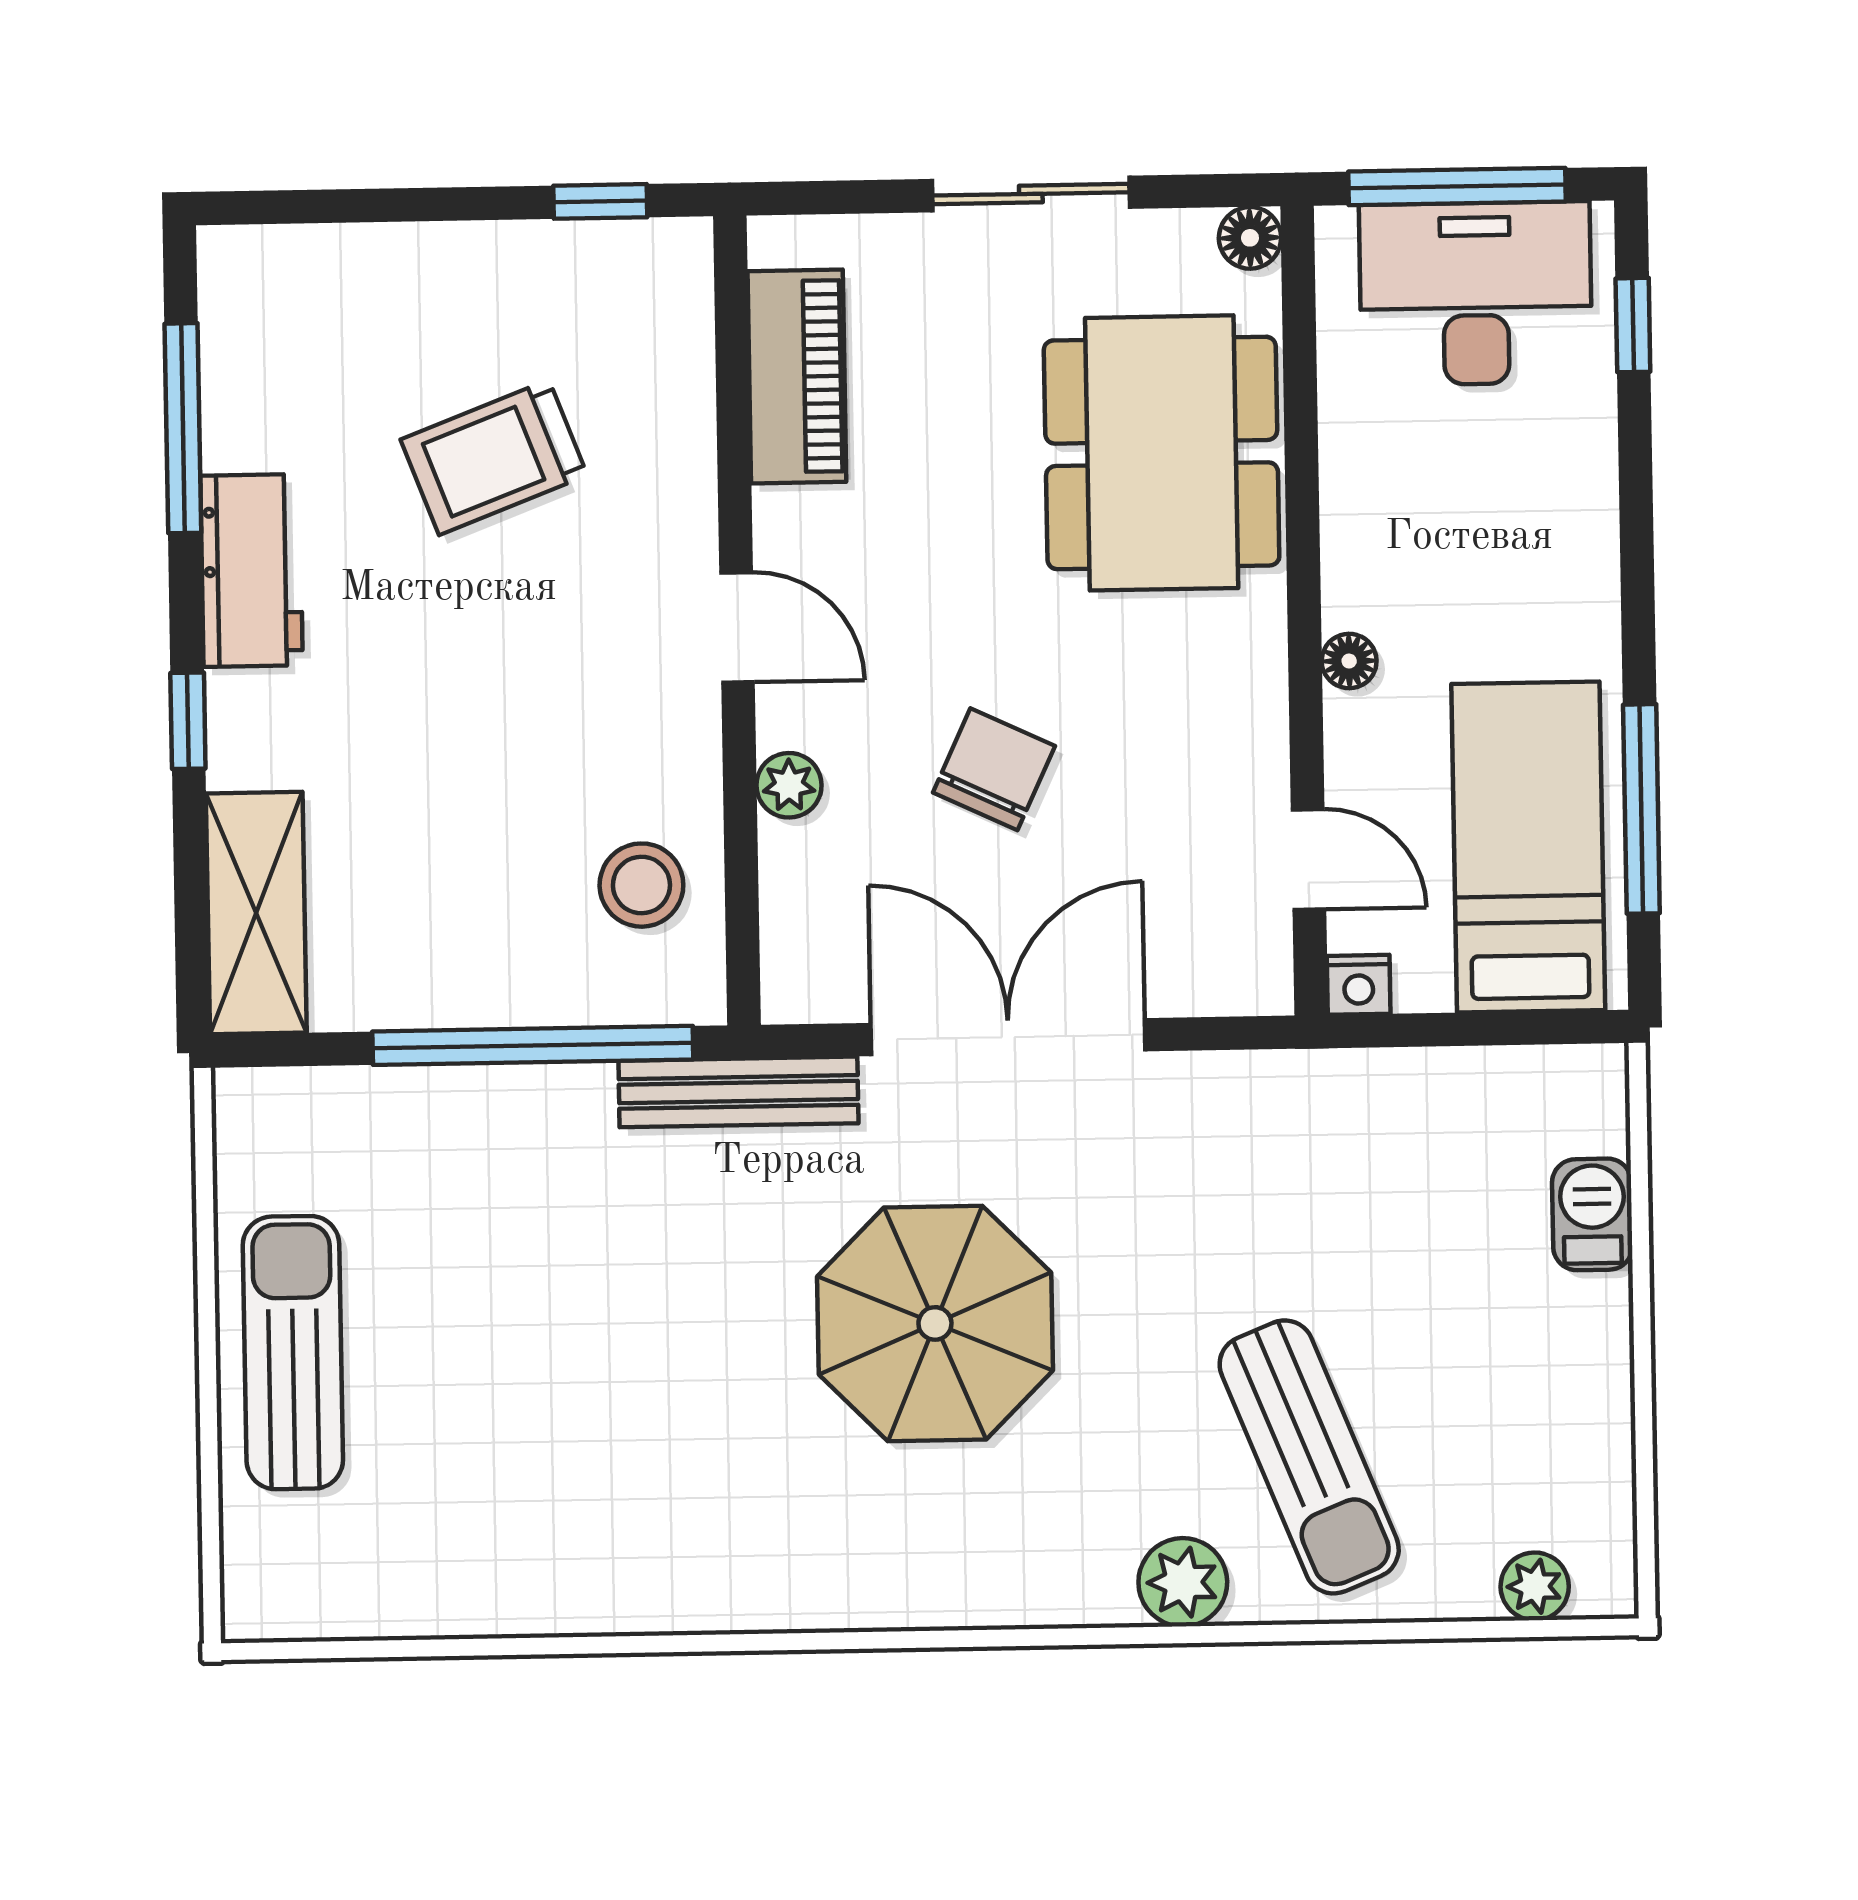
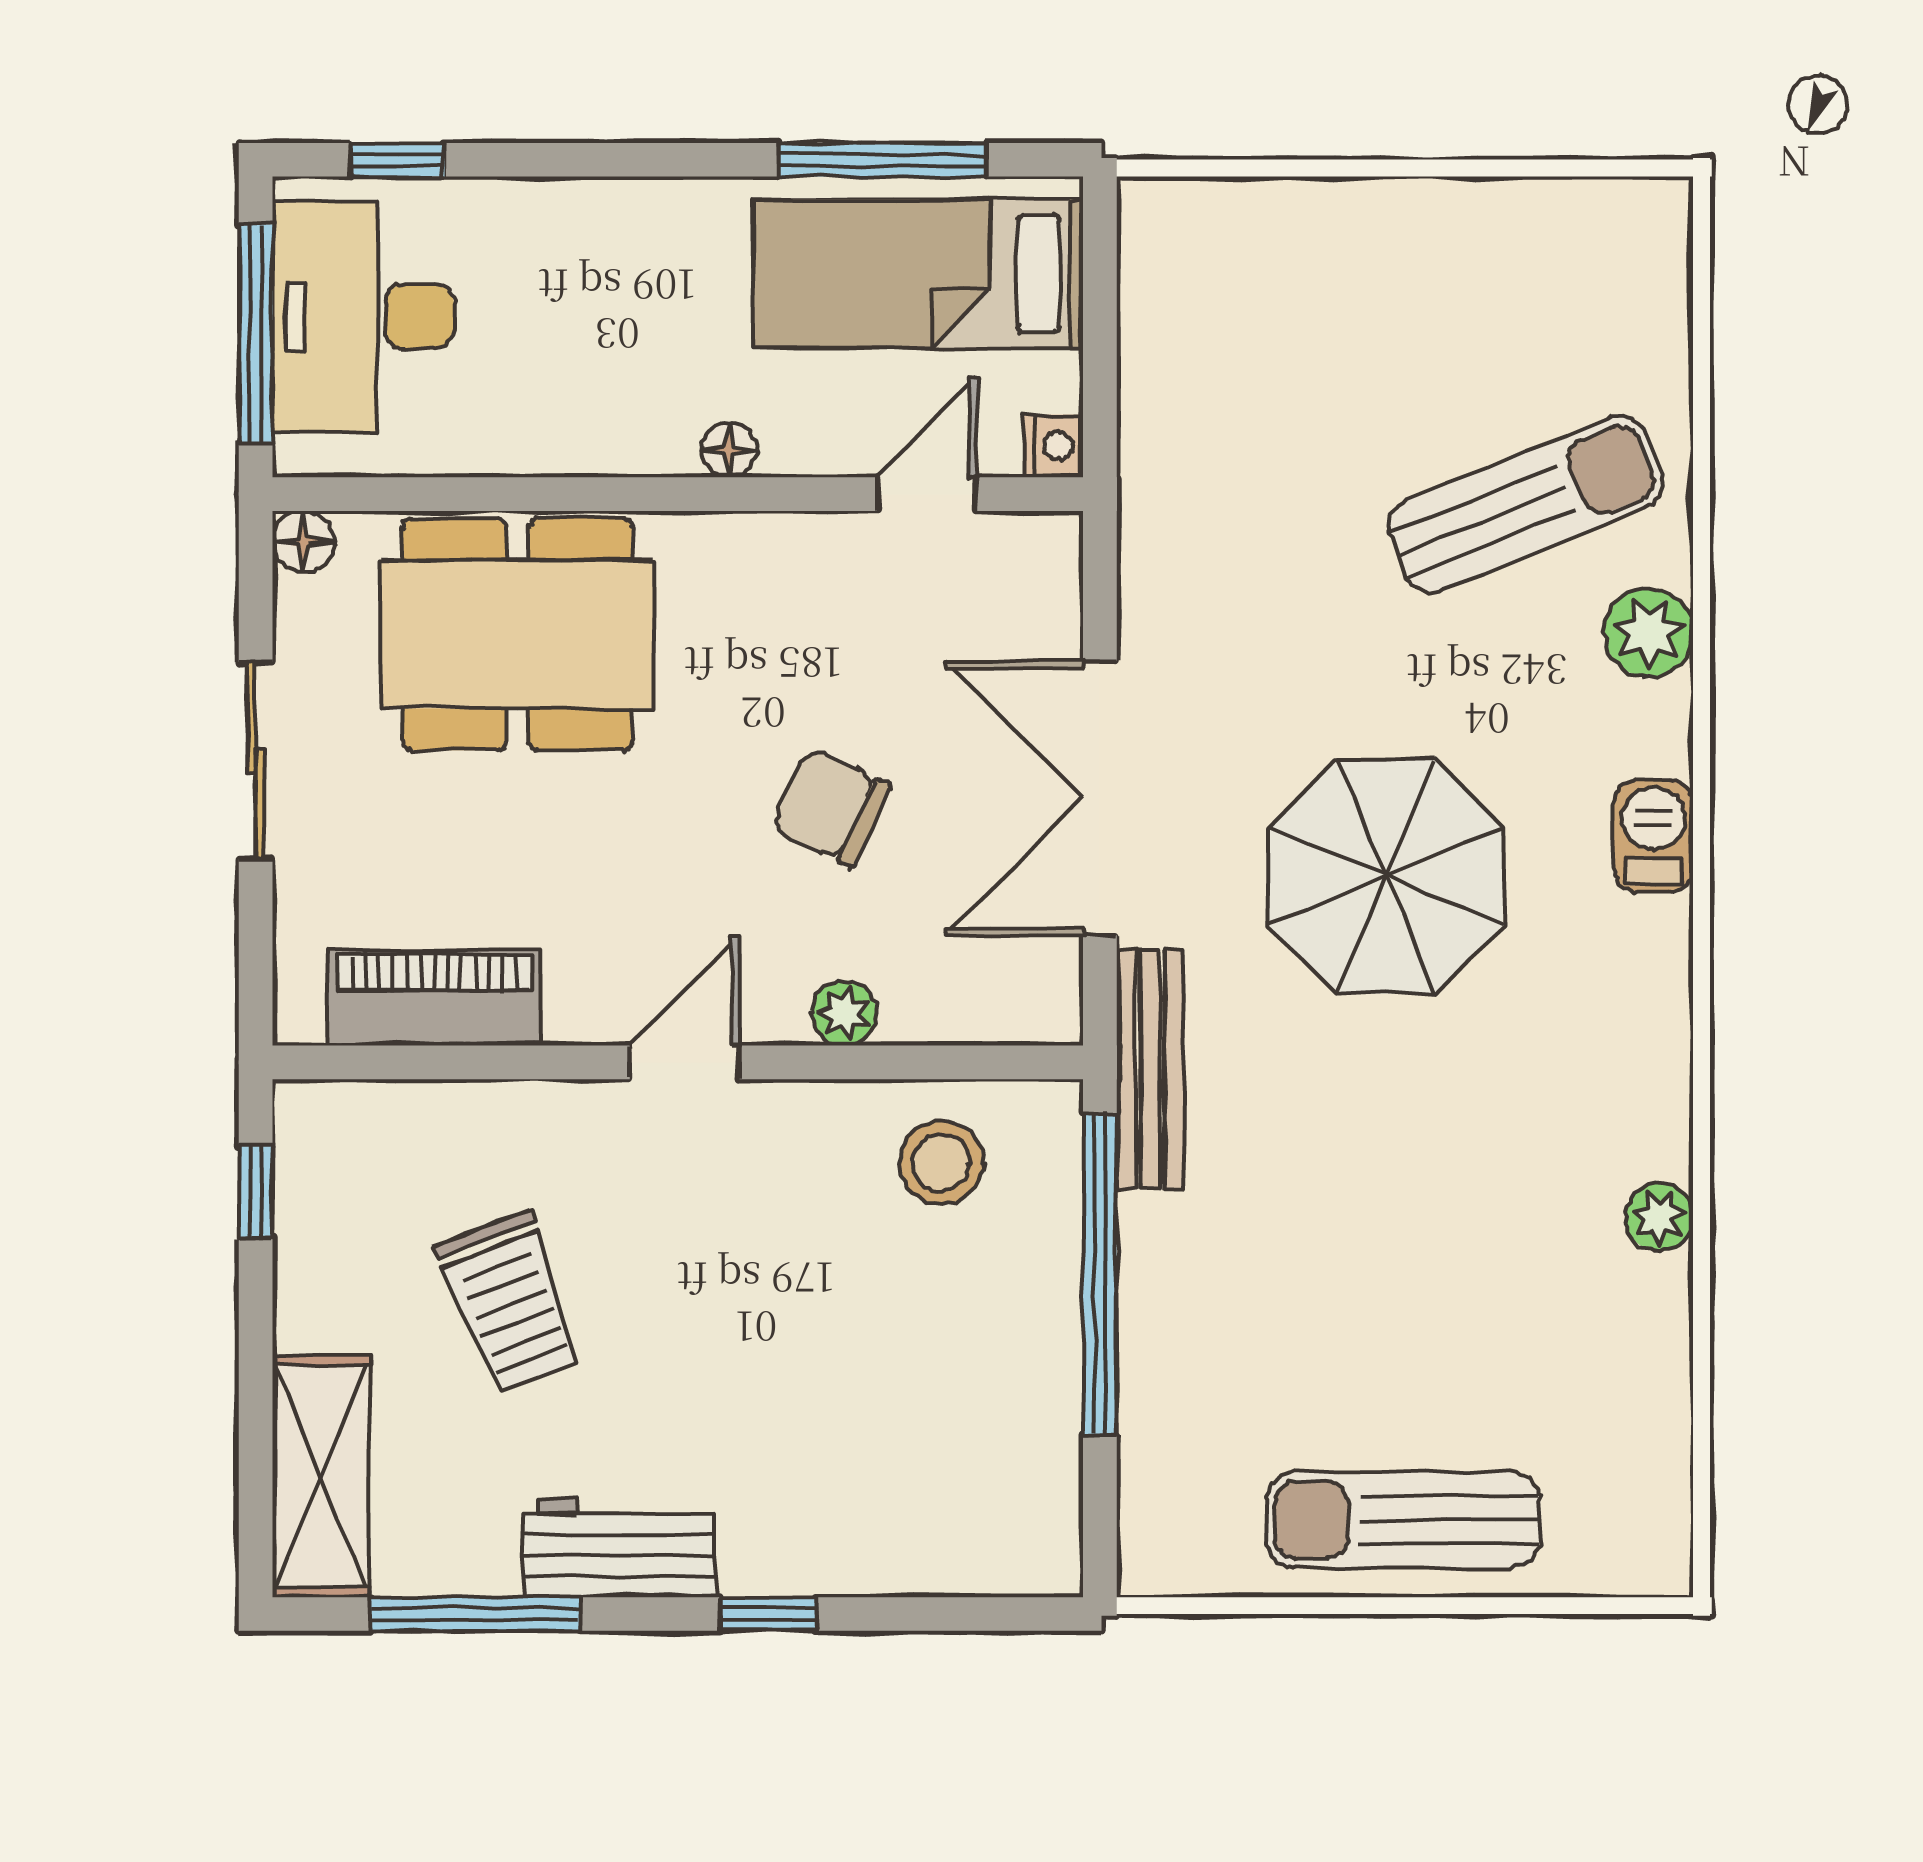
shelving: (256, 913) -> (321, 1477), moved, turned 90
barbecue: (1592, 1214) -> (1654, 836), moved, turned 90
plant: (1535, 1586) -> (1659, 1217), moved

